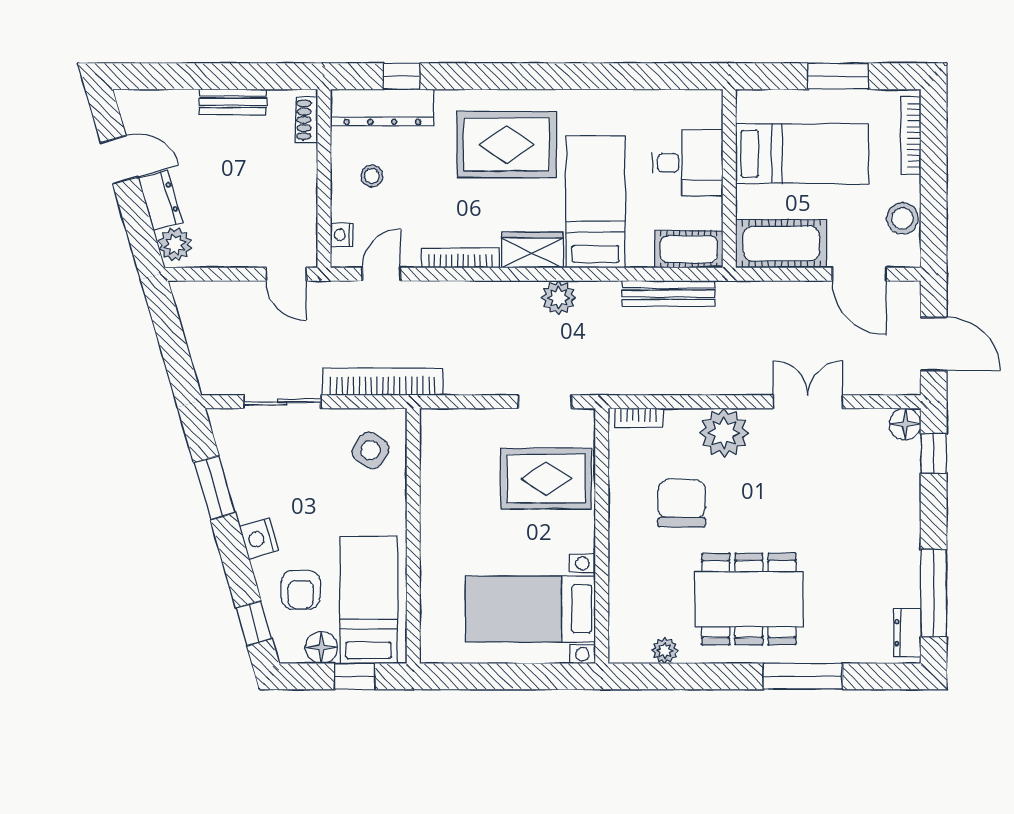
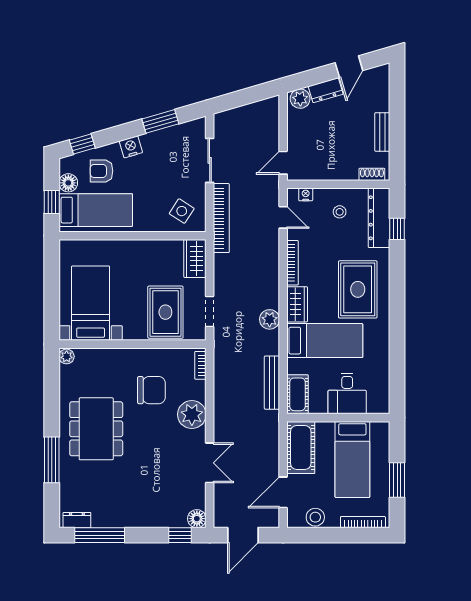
wardrobe: (453, 427) -> (195, 258), added
plant: (665, 651) -> (67, 356), moved

